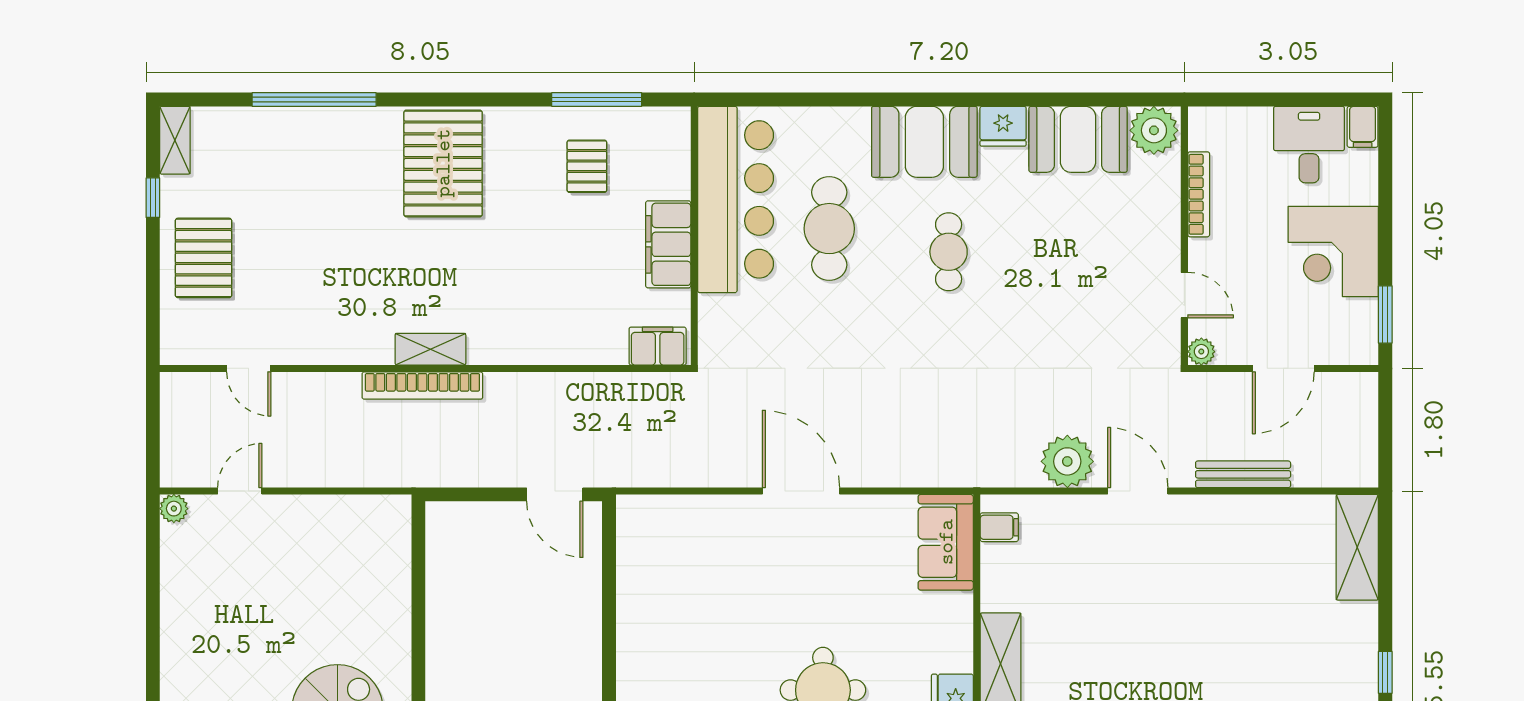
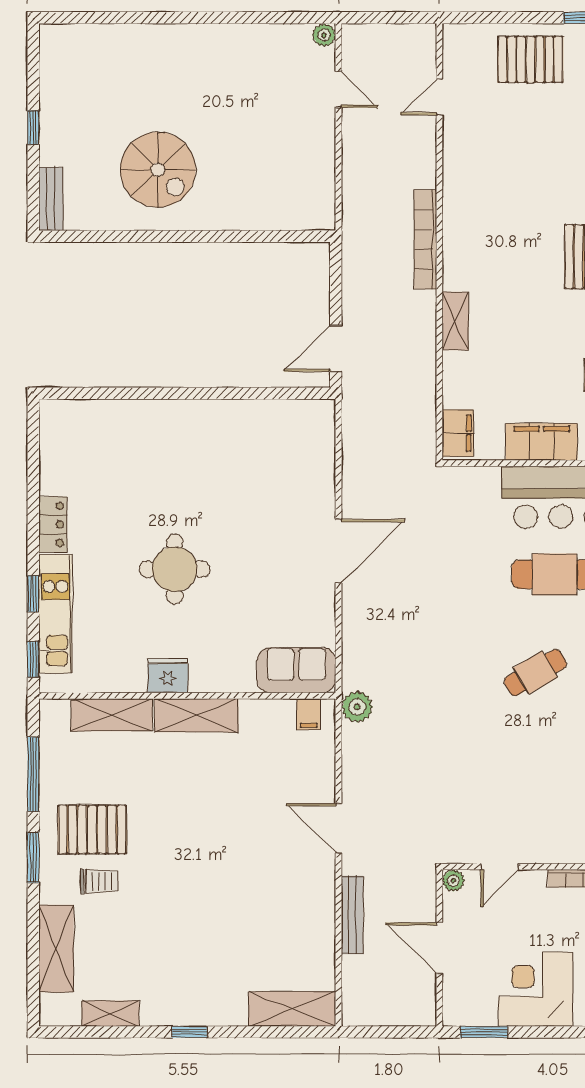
cafe table: (949, 252) -> (535, 673), turned -30
shelving: (430, 349) -> (455, 321), moved
plant: (1067, 461) -> (357, 707), moved, width x0.73, depth x0.73
door: (1138, 491) -> (339, 828), swing flipped

